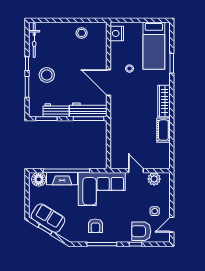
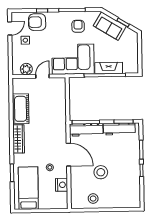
nightstand: (117, 33) -> (61, 185), moved
bicycle: (34, 40) -> (135, 191), removed
stool: (47, 75) -> (101, 172), moved
workbench: (56, 110) -> (119, 129), width x1.38
cot: (163, 130) -> (21, 109), width x1.37, depth x1.34
door: (136, 171) -> (43, 76), swing flipped
floor lamp: (39, 179) -> (129, 67), removed
sofa: (48, 218) -> (110, 26), moved
armchair: (141, 231) -> (37, 22), turned 180

